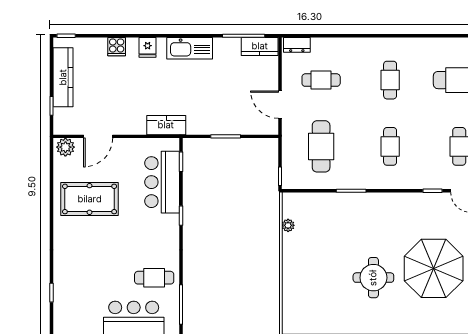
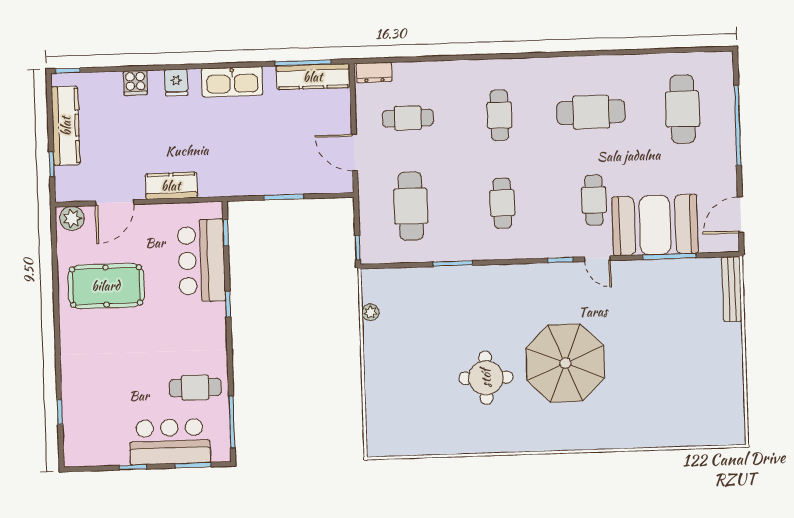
kitchen counter: (260, 46) -> (313, 77), width x1.50
kitchen counter: (166, 125) -> (171, 186), moved

